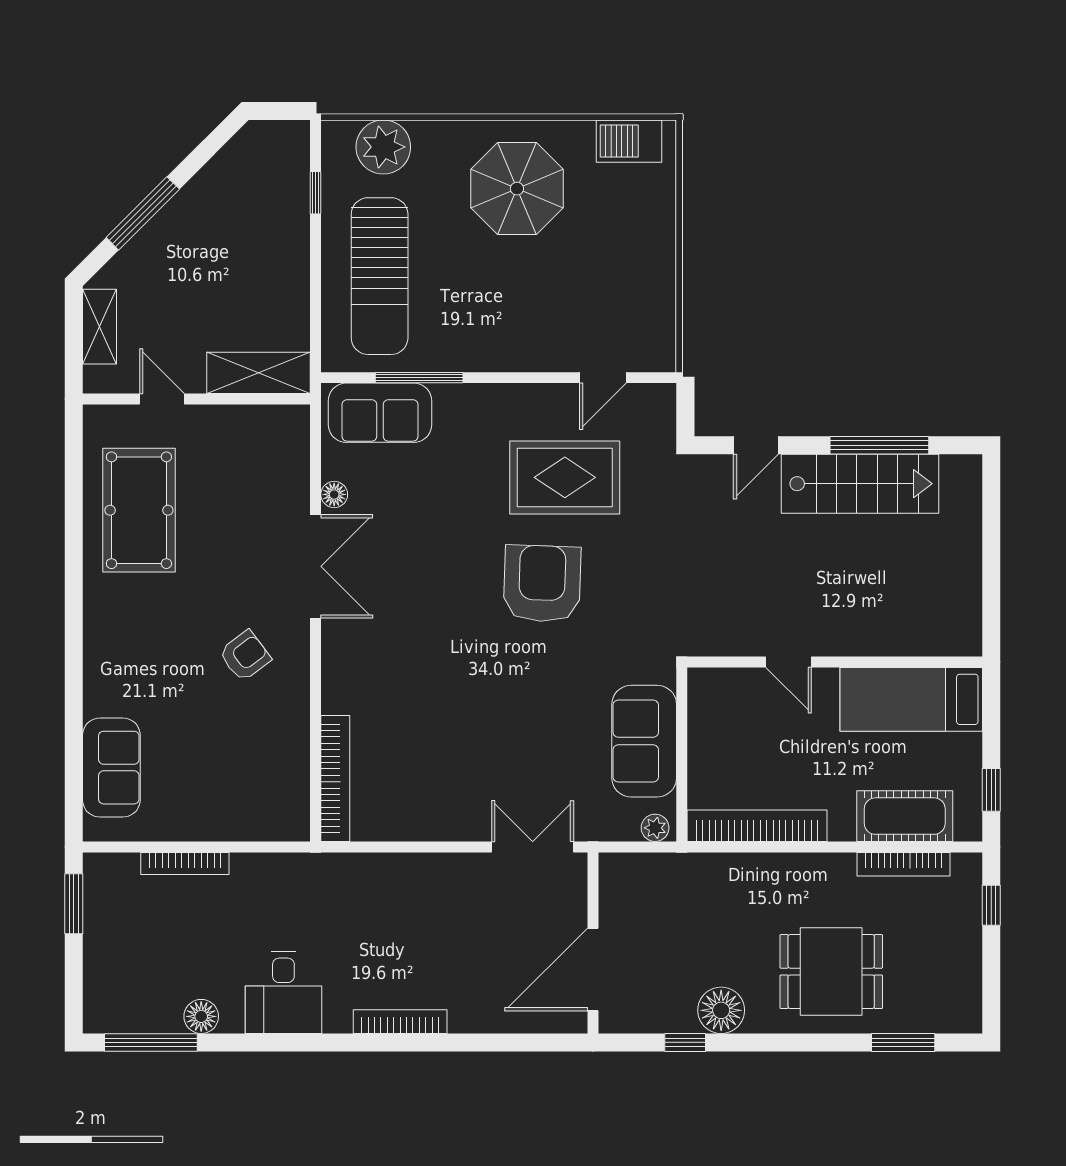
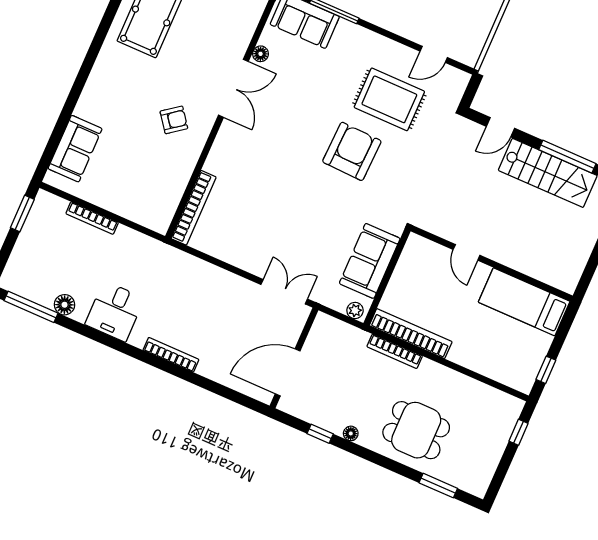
cot: (905, 816) -> (493, 363), removed
bookcase: (904, 864) -> (395, 351), moved
floor lamp: (721, 1010) -> (351, 433), width x0.53, depth x0.53

